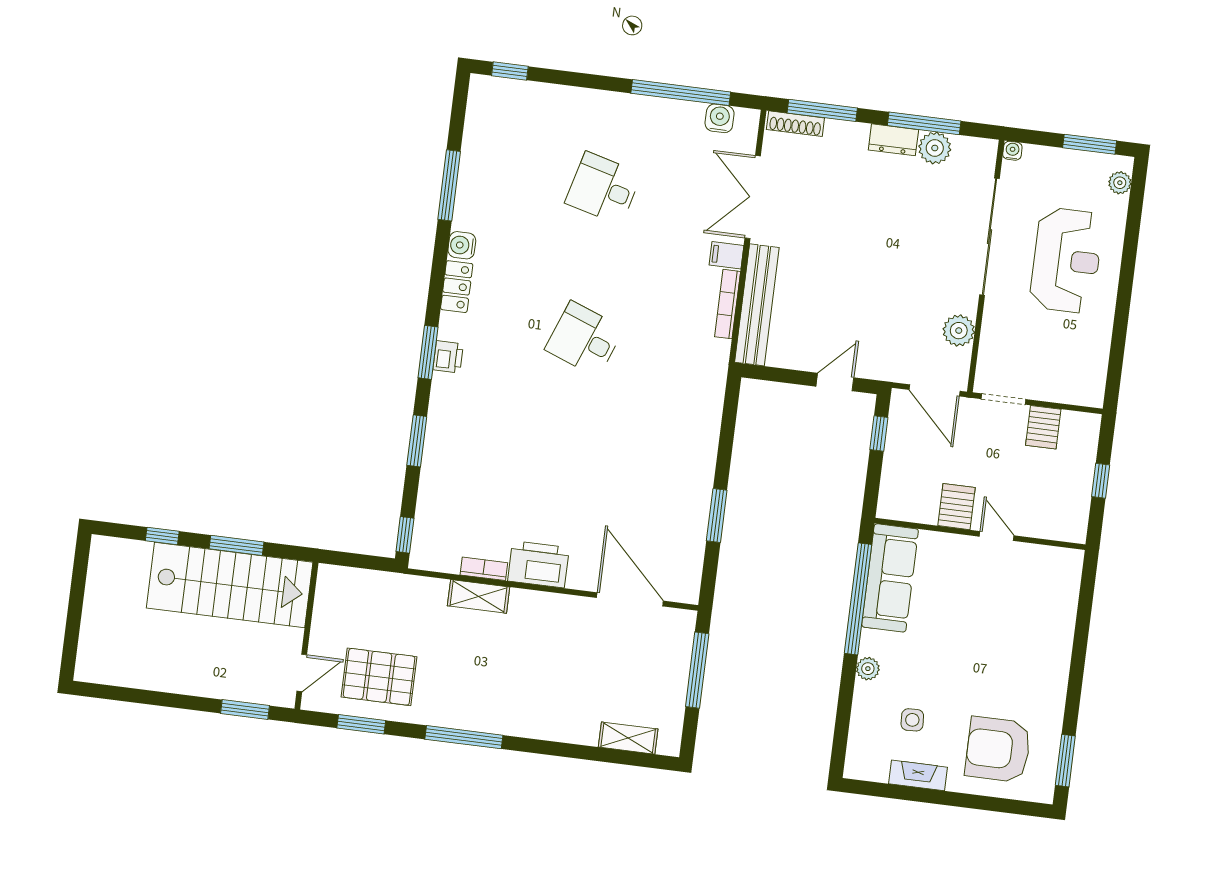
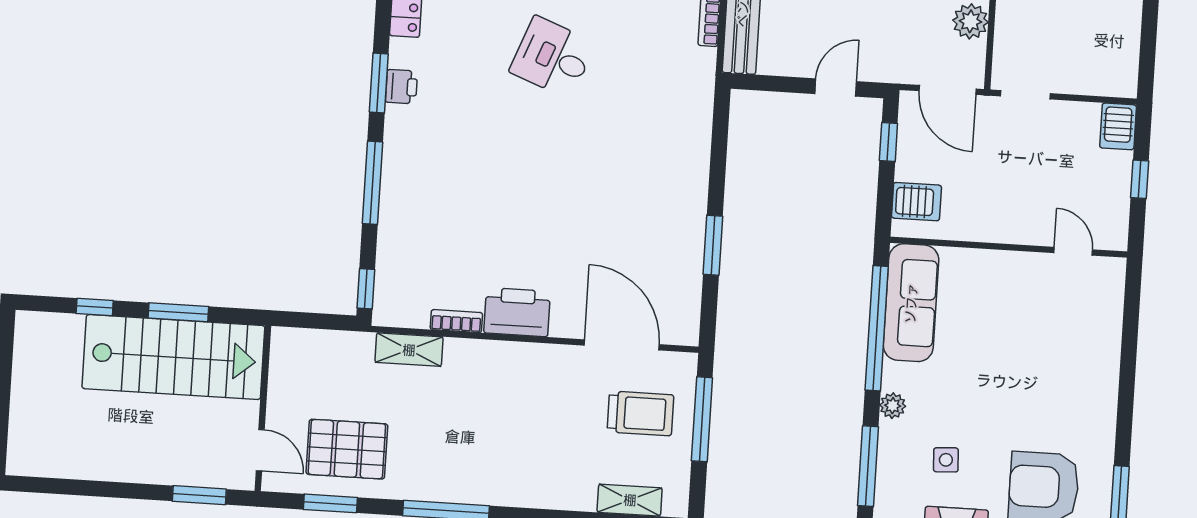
server rack: (1043, 427) -> (1118, 126), moved
window: (417, 441) -> (372, 183), width x1.44
server rack: (957, 507) -> (916, 202), moved, turned 90
door: (997, 536) -> (1073, 251), moved
shelving: (479, 596) -> (409, 350), moved
trolley: (643, 661) -> (640, 413), added
door: (302, 673) -> (260, 450), hinge flipped
window: (843, 721) -> (868, 466), added

